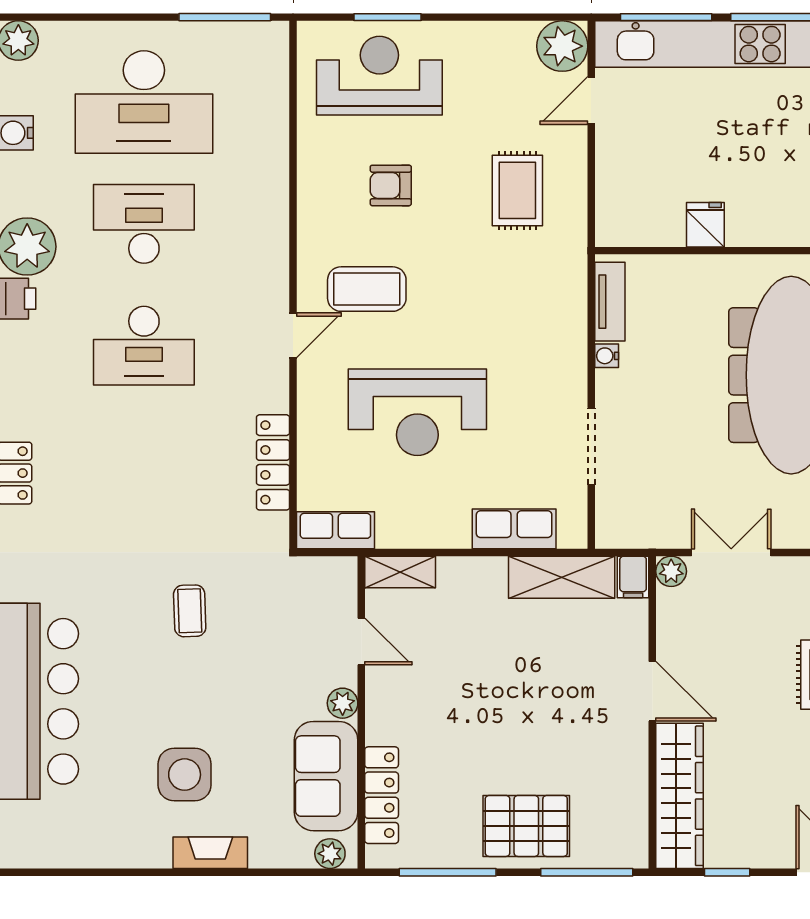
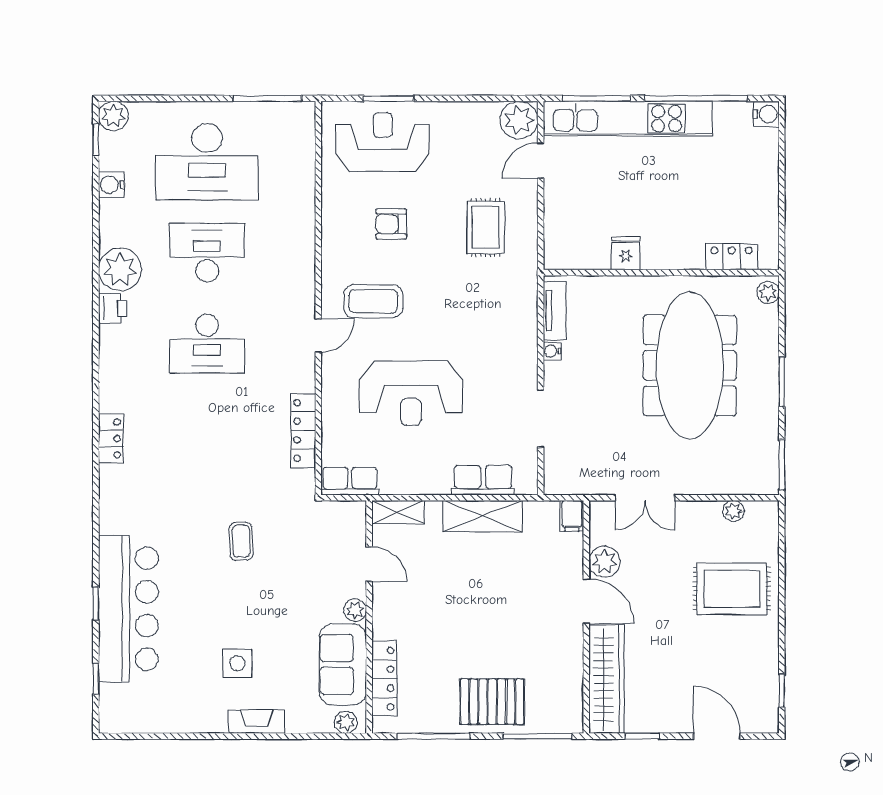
double door: (731, 552) -> (645, 498), swing flipped
plant: (671, 571) -> (604, 562), moved, width x1.38, depth x1.38
shelving: (562, 577) -> (483, 516), moved
side table: (185, 775) -> (237, 663), width x0.73, depth x0.73

